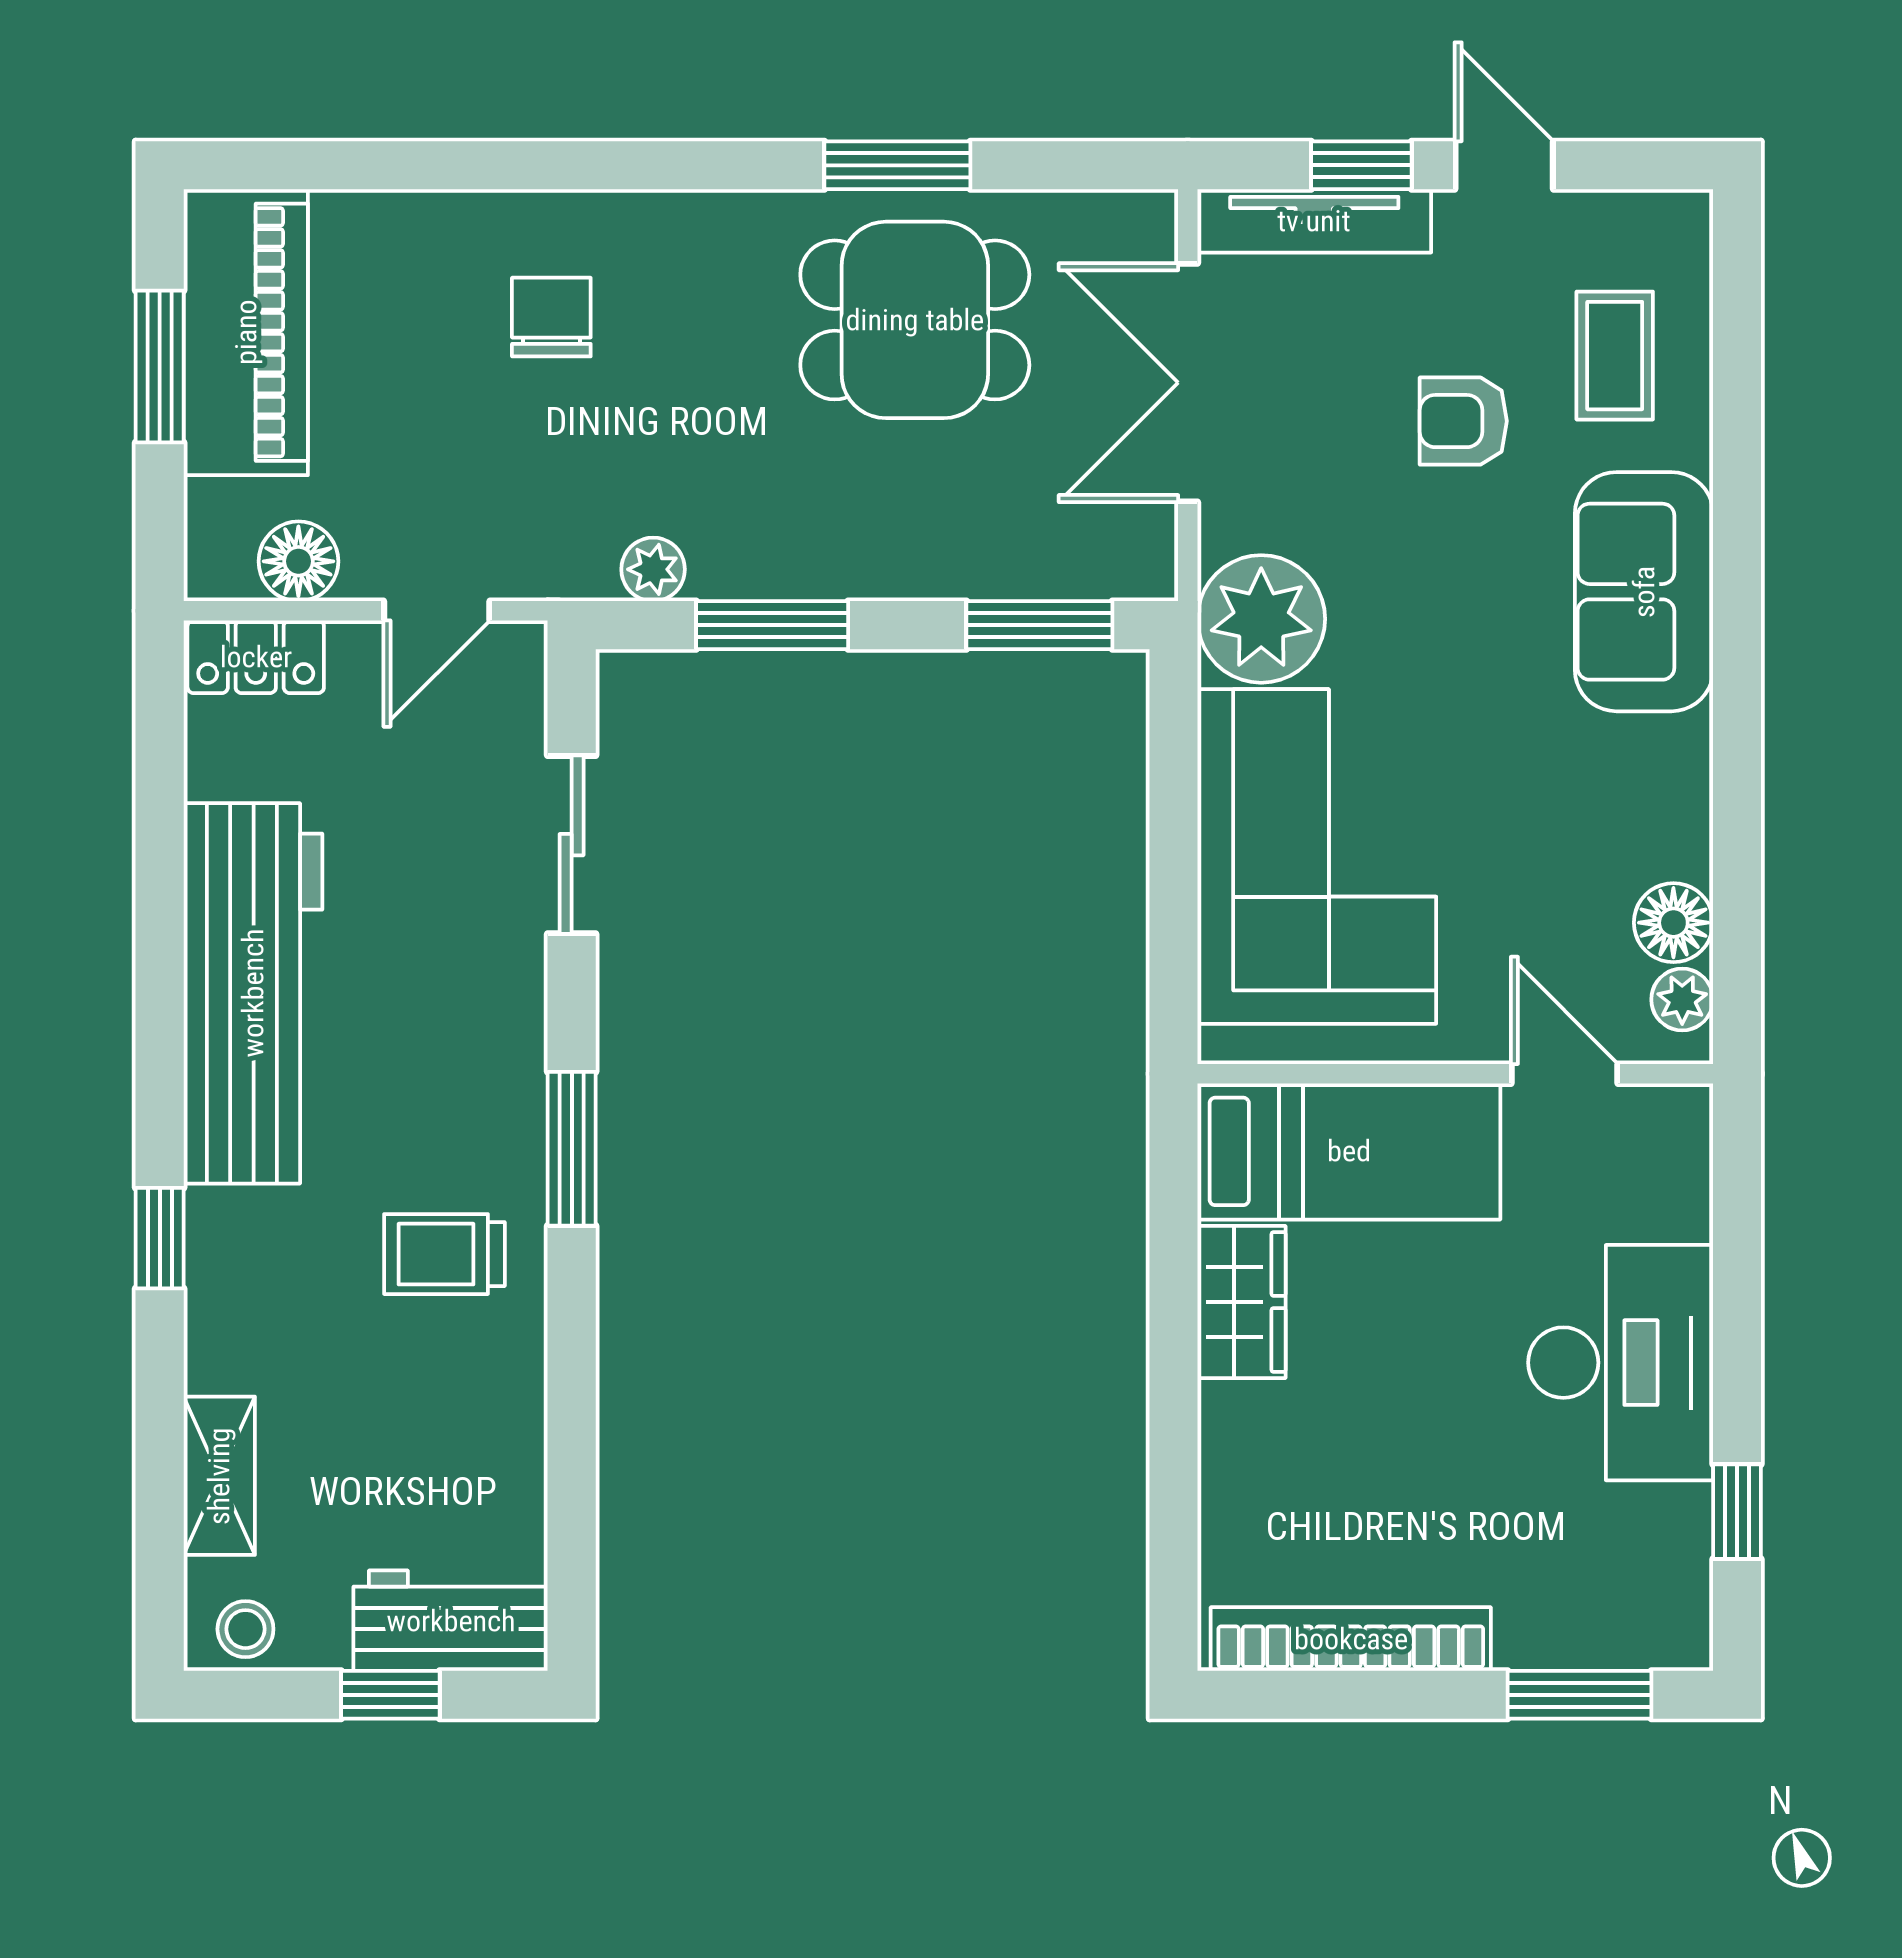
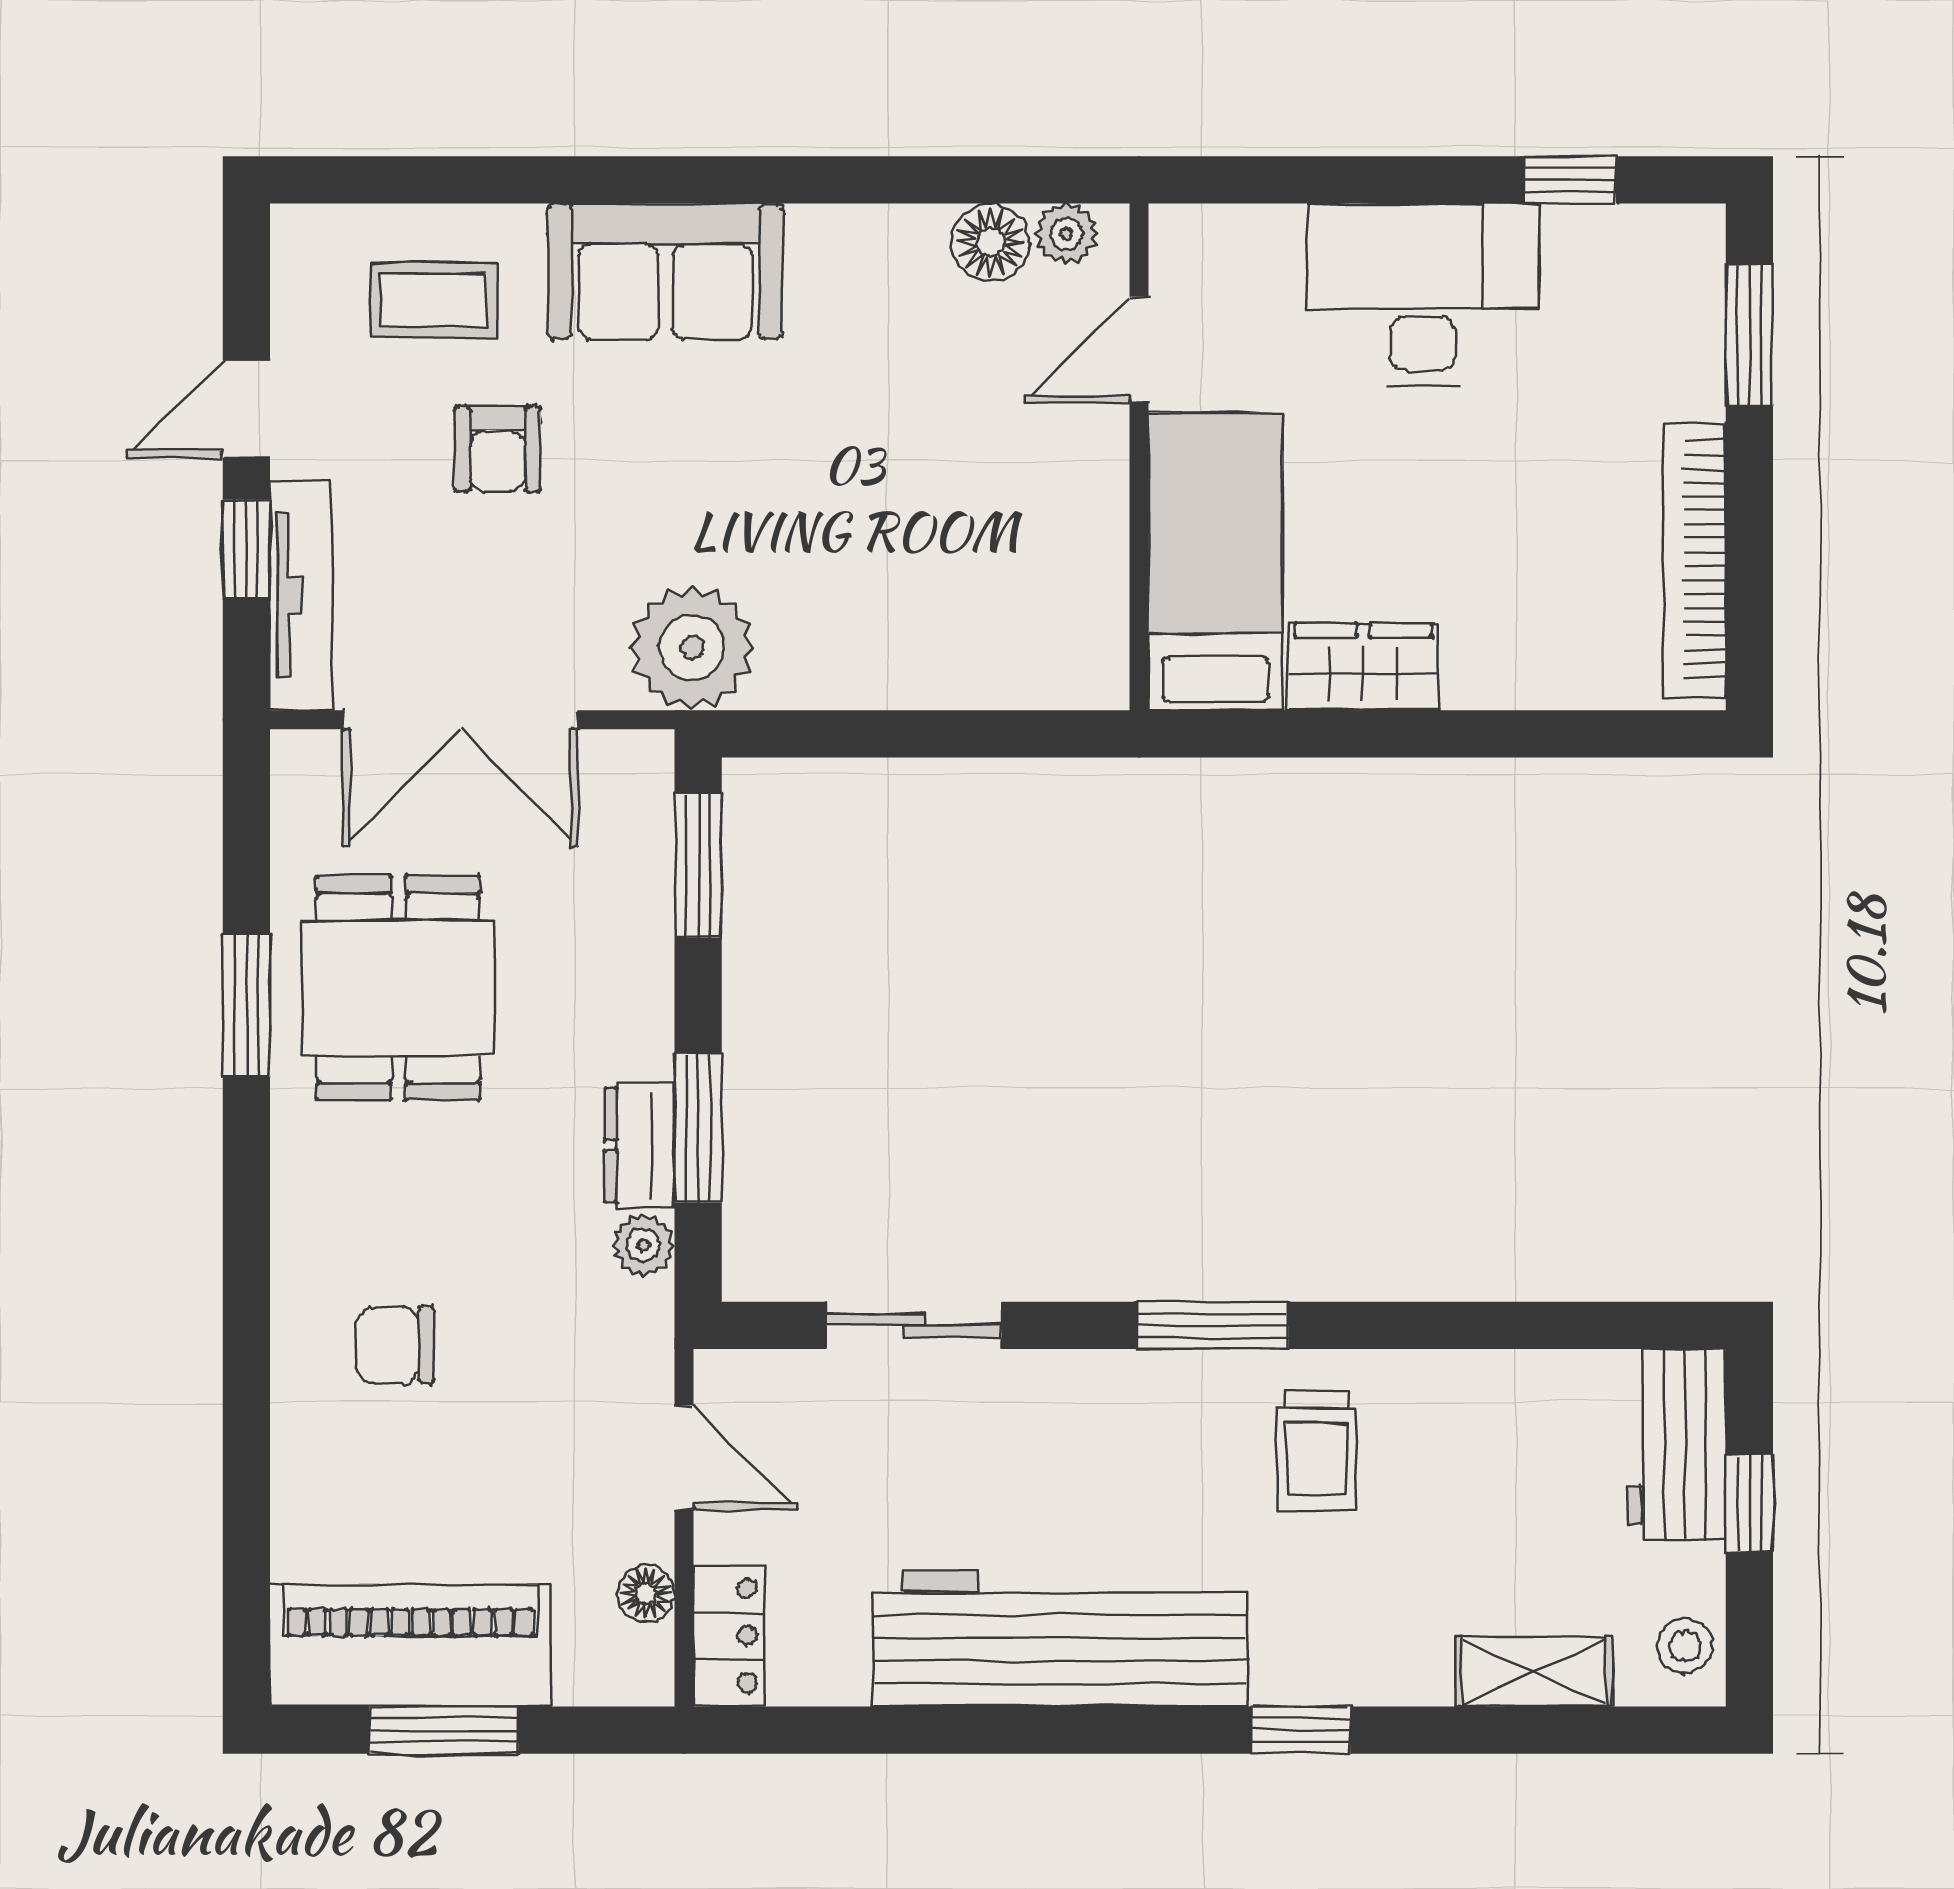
floor lamp: (298, 561) -> (646, 1594), width x0.73, depth x0.73
dresser: (755, 565) -> (640, 1145), added
corner sofa: (1317, 857) -> (926, 593), removed

